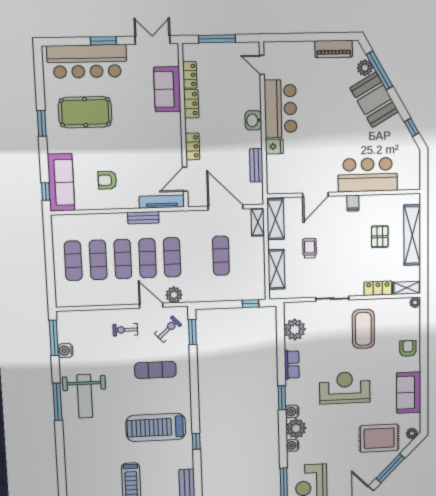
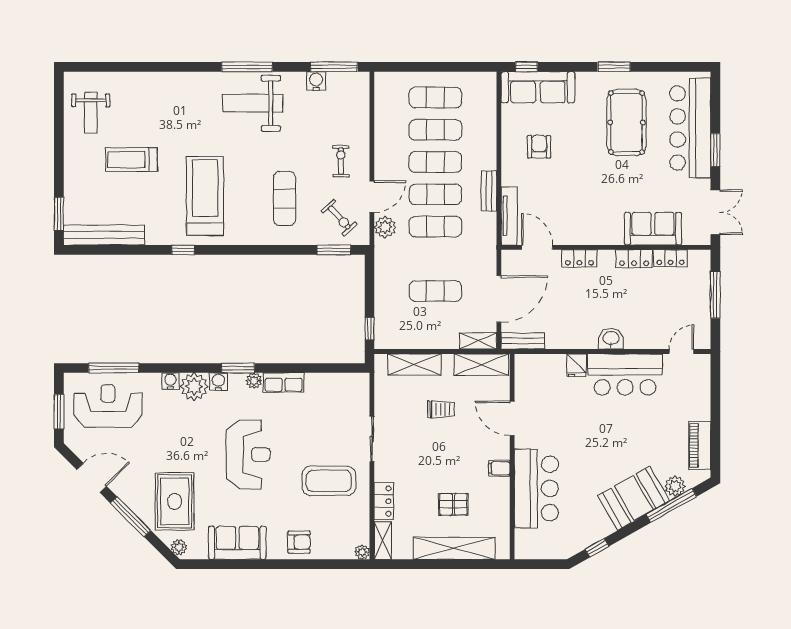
bench: (256, 165) -> (523, 341), moved
plant: (295, 330) -> (254, 381), moved, width x0.53, depth x0.53

